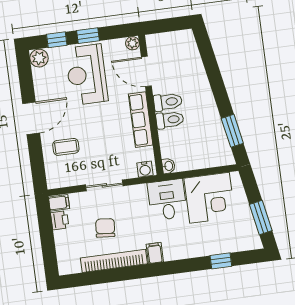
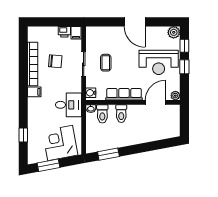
reception desk: (87, 75) -> (159, 62), turned 180
toilet: (168, 102) -> (102, 114), moved
coffee table: (66, 147) -> (106, 63), moved
corner desk: (210, 198) -> (60, 143), moved, turned 79

